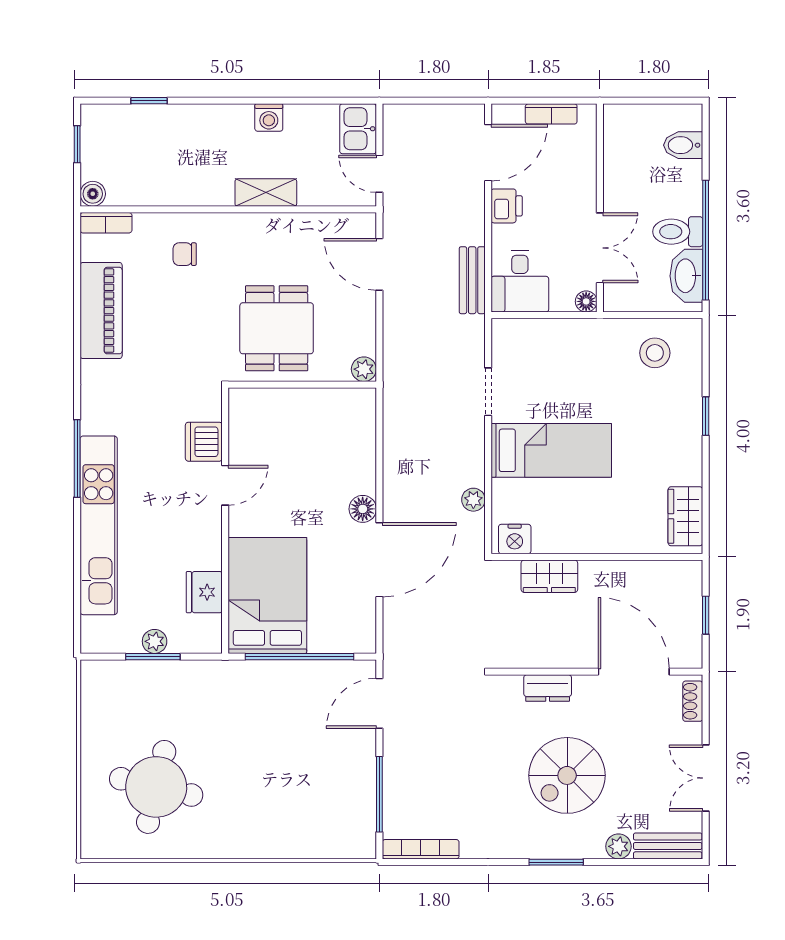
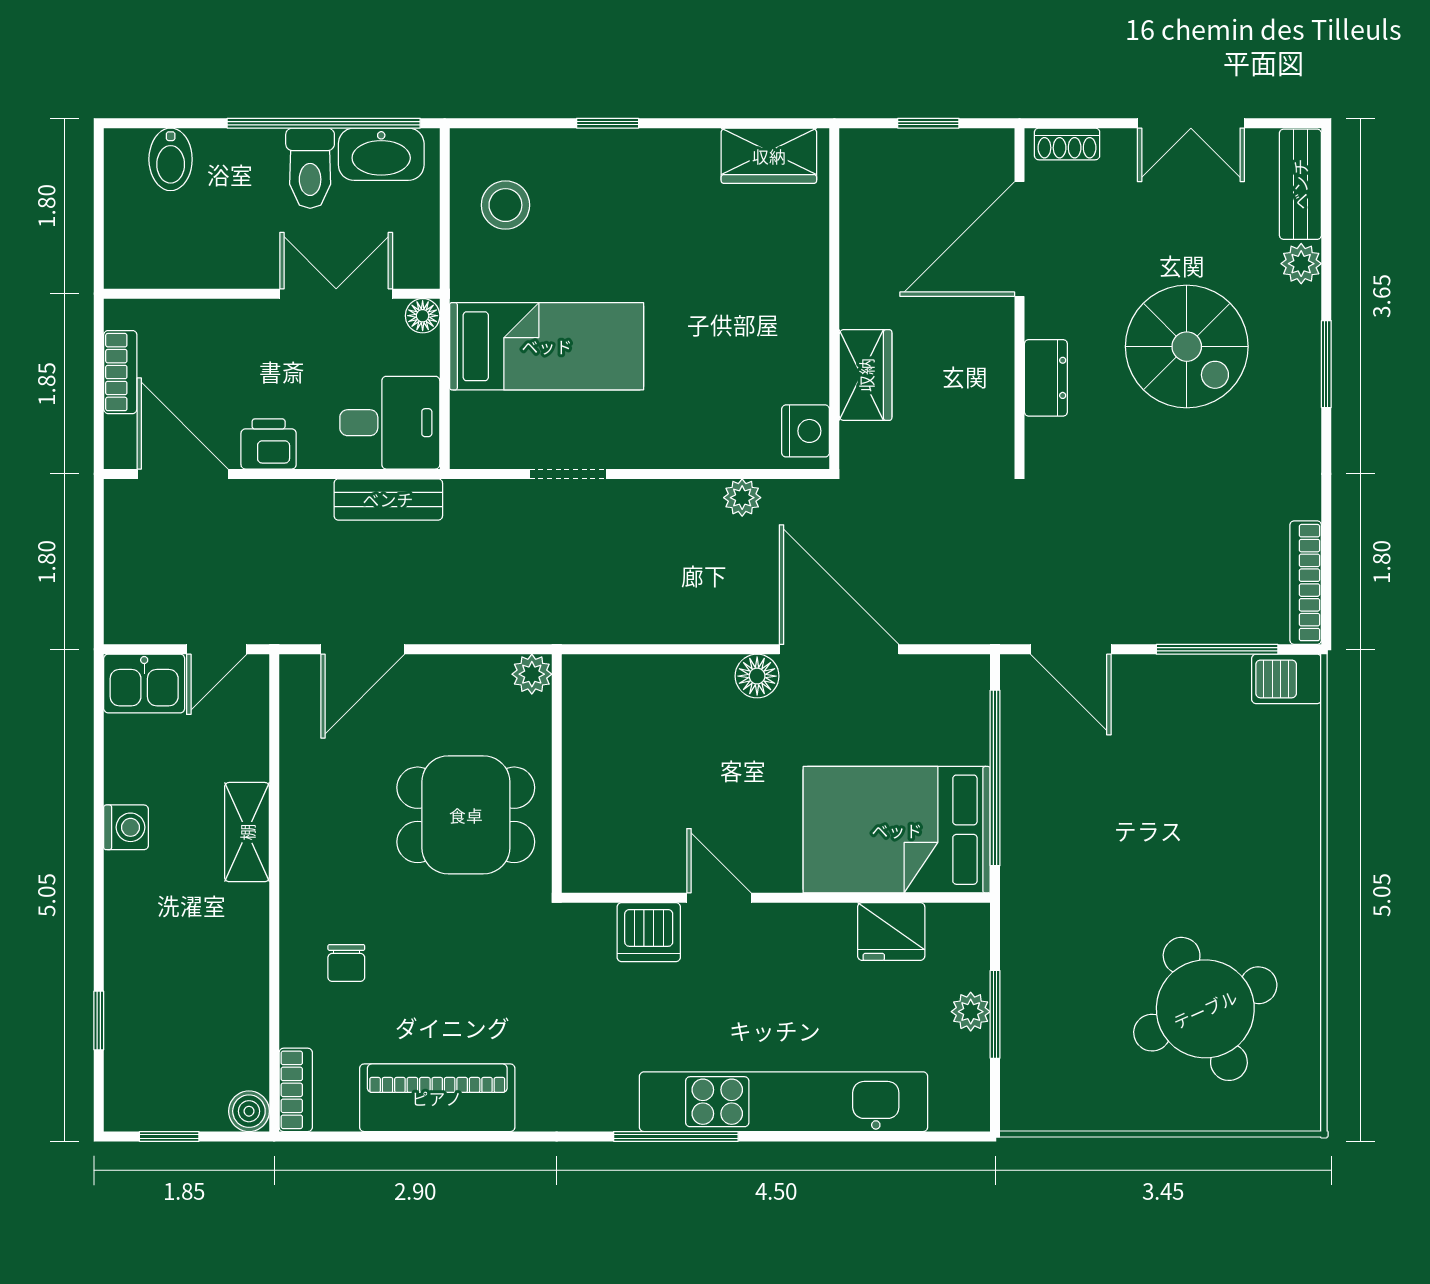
bed: (551, 450) -> (547, 346), moved, turned 90
round table: (156, 787) -> (1205, 1009), turned -37
barbecue: (361, 837) -> (1287, 679), added

